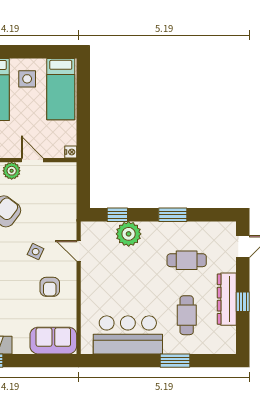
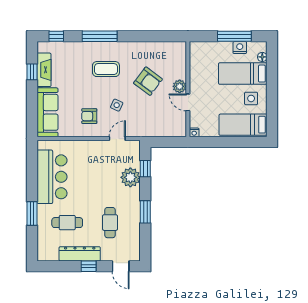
door: (32, 160) -> (188, 102), swing flipped
window: (243, 302) -> (89, 266), moved
sofa: (53, 341) -> (47, 112), width x1.36

